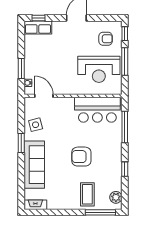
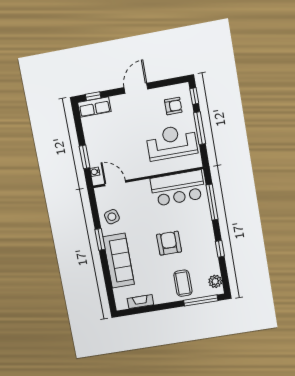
reception desk: (99, 69) -> (172, 142), turned 180
armchair: (81, 157) -> (169, 243), turned 90
fireplace: (35, 205) -> (140, 302), moved

